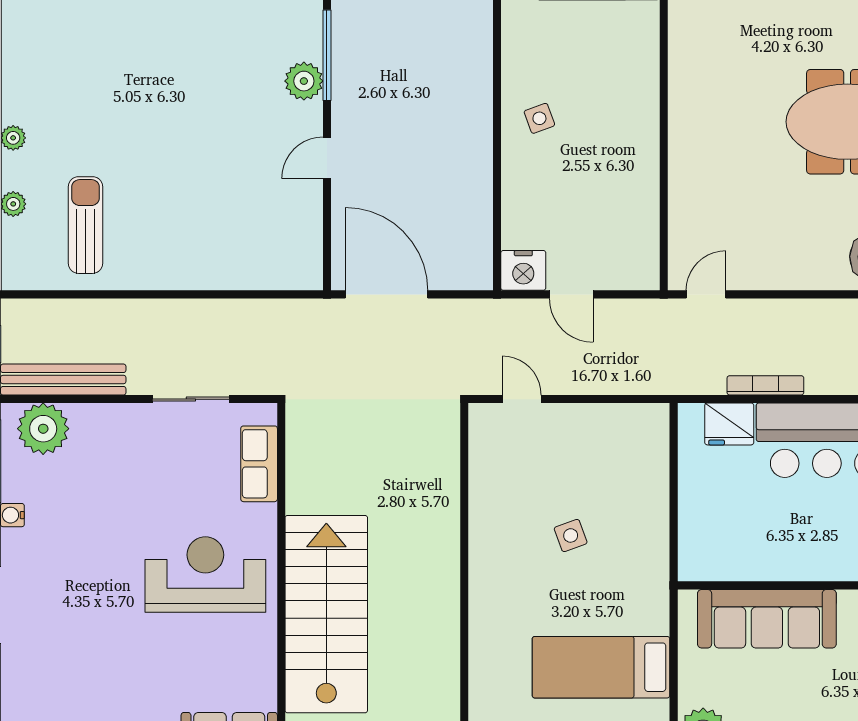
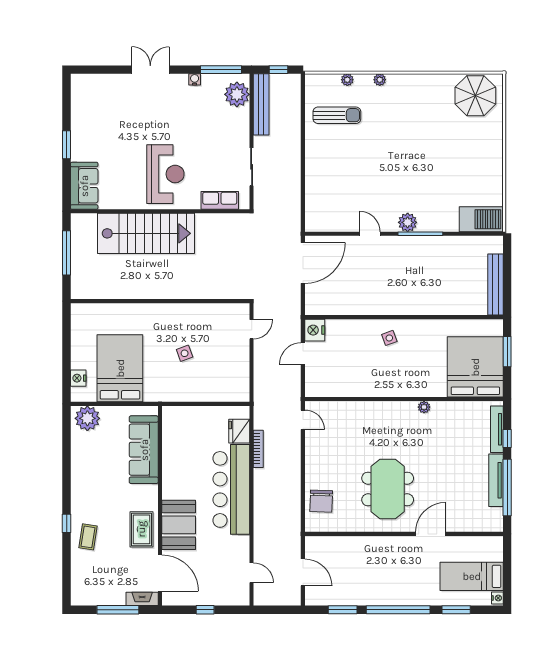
plant: (680, 48) -> (424, 407), added
bed: (601, 667) -> (120, 368), width x1.50

